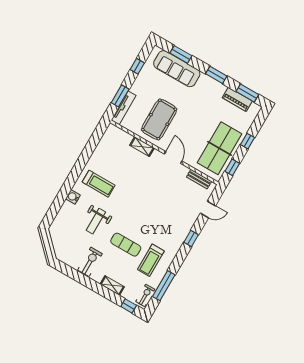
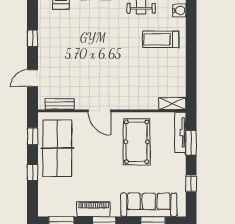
piano: (237, 99) -> (94, 209), moved
shelving: (142, 147) -> (172, 104), moved

